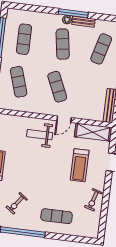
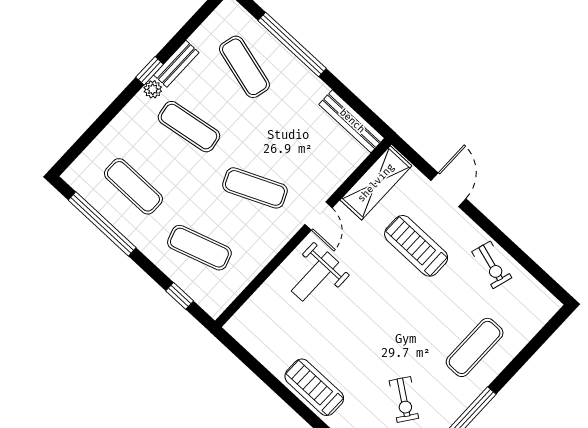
window: (73, 13) -> (150, 71), width x0.46
treadmill: (80, 165) -> (416, 246), turned 180

